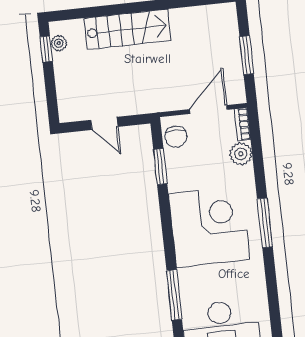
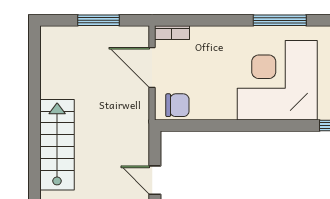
door: (104, 123) -> (155, 180), swing flipped
plant: (241, 154) -> (203, 38), removed
window: (160, 167) -> (207, 126), removed

